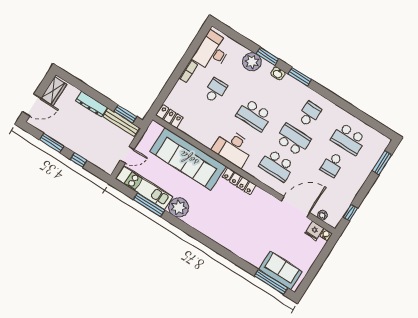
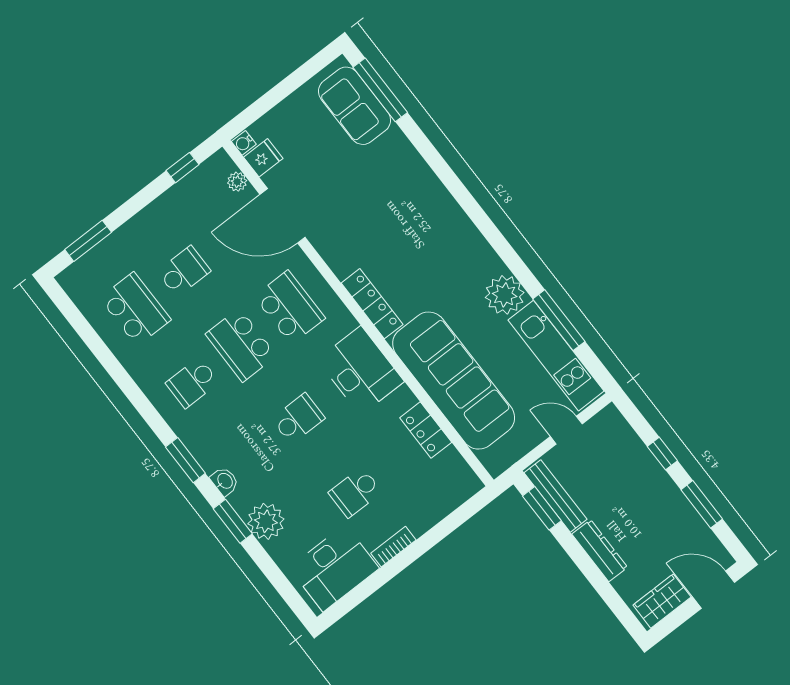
school desk: (254, 115) -> (298, 419), width x0.54
locker: (170, 116) -> (426, 430), moved

